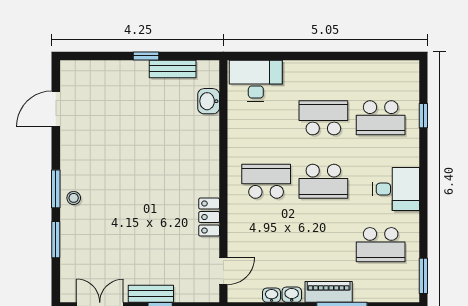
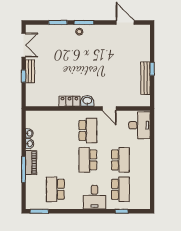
bench: (173, 69) -> (145, 78), width x1.36
washbasin: (209, 101) -> (87, 101), moved
school desk: (381, 118) -> (120, 189), turned 180
desk: (396, 189) -> (95, 197), moved
door: (223, 271) -> (109, 109), moved

